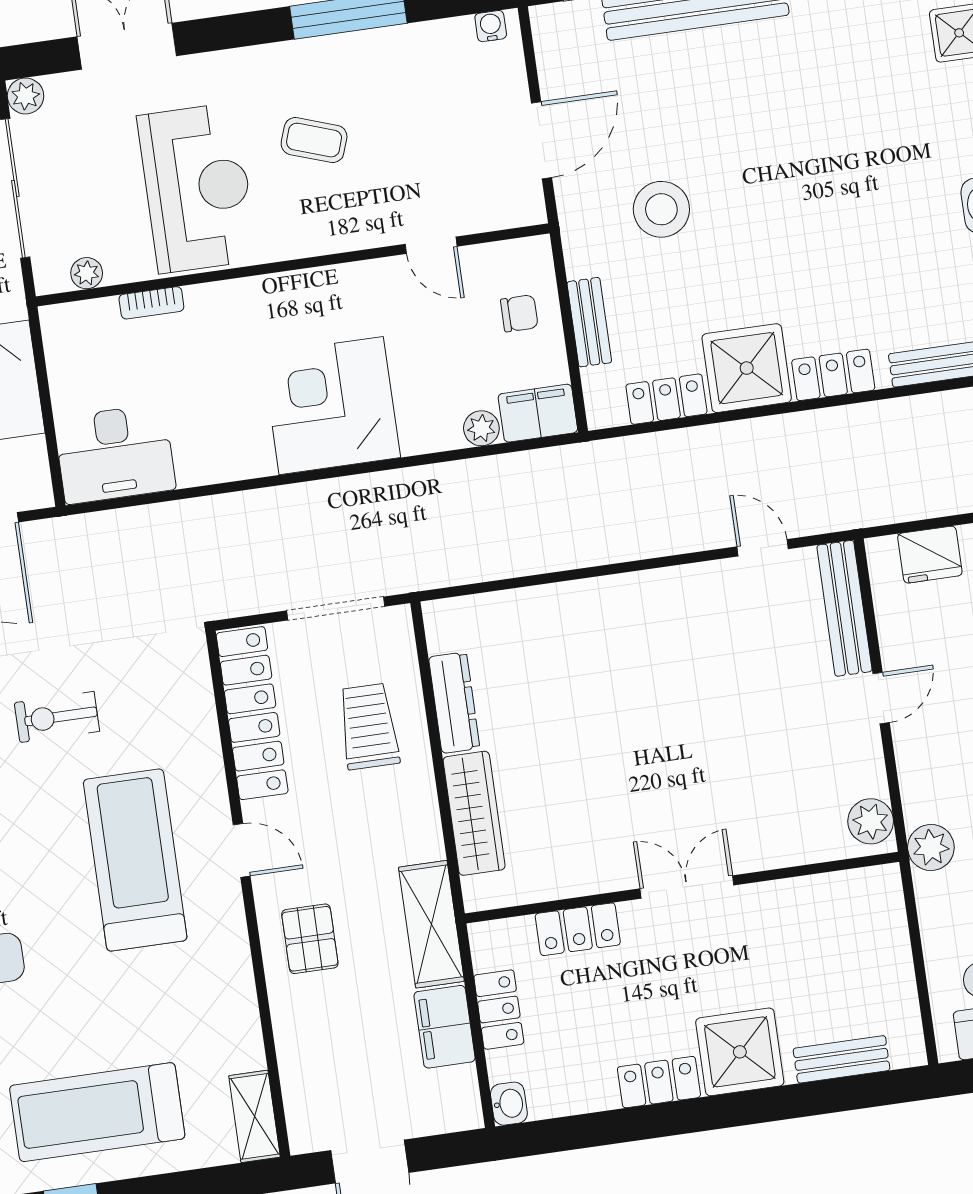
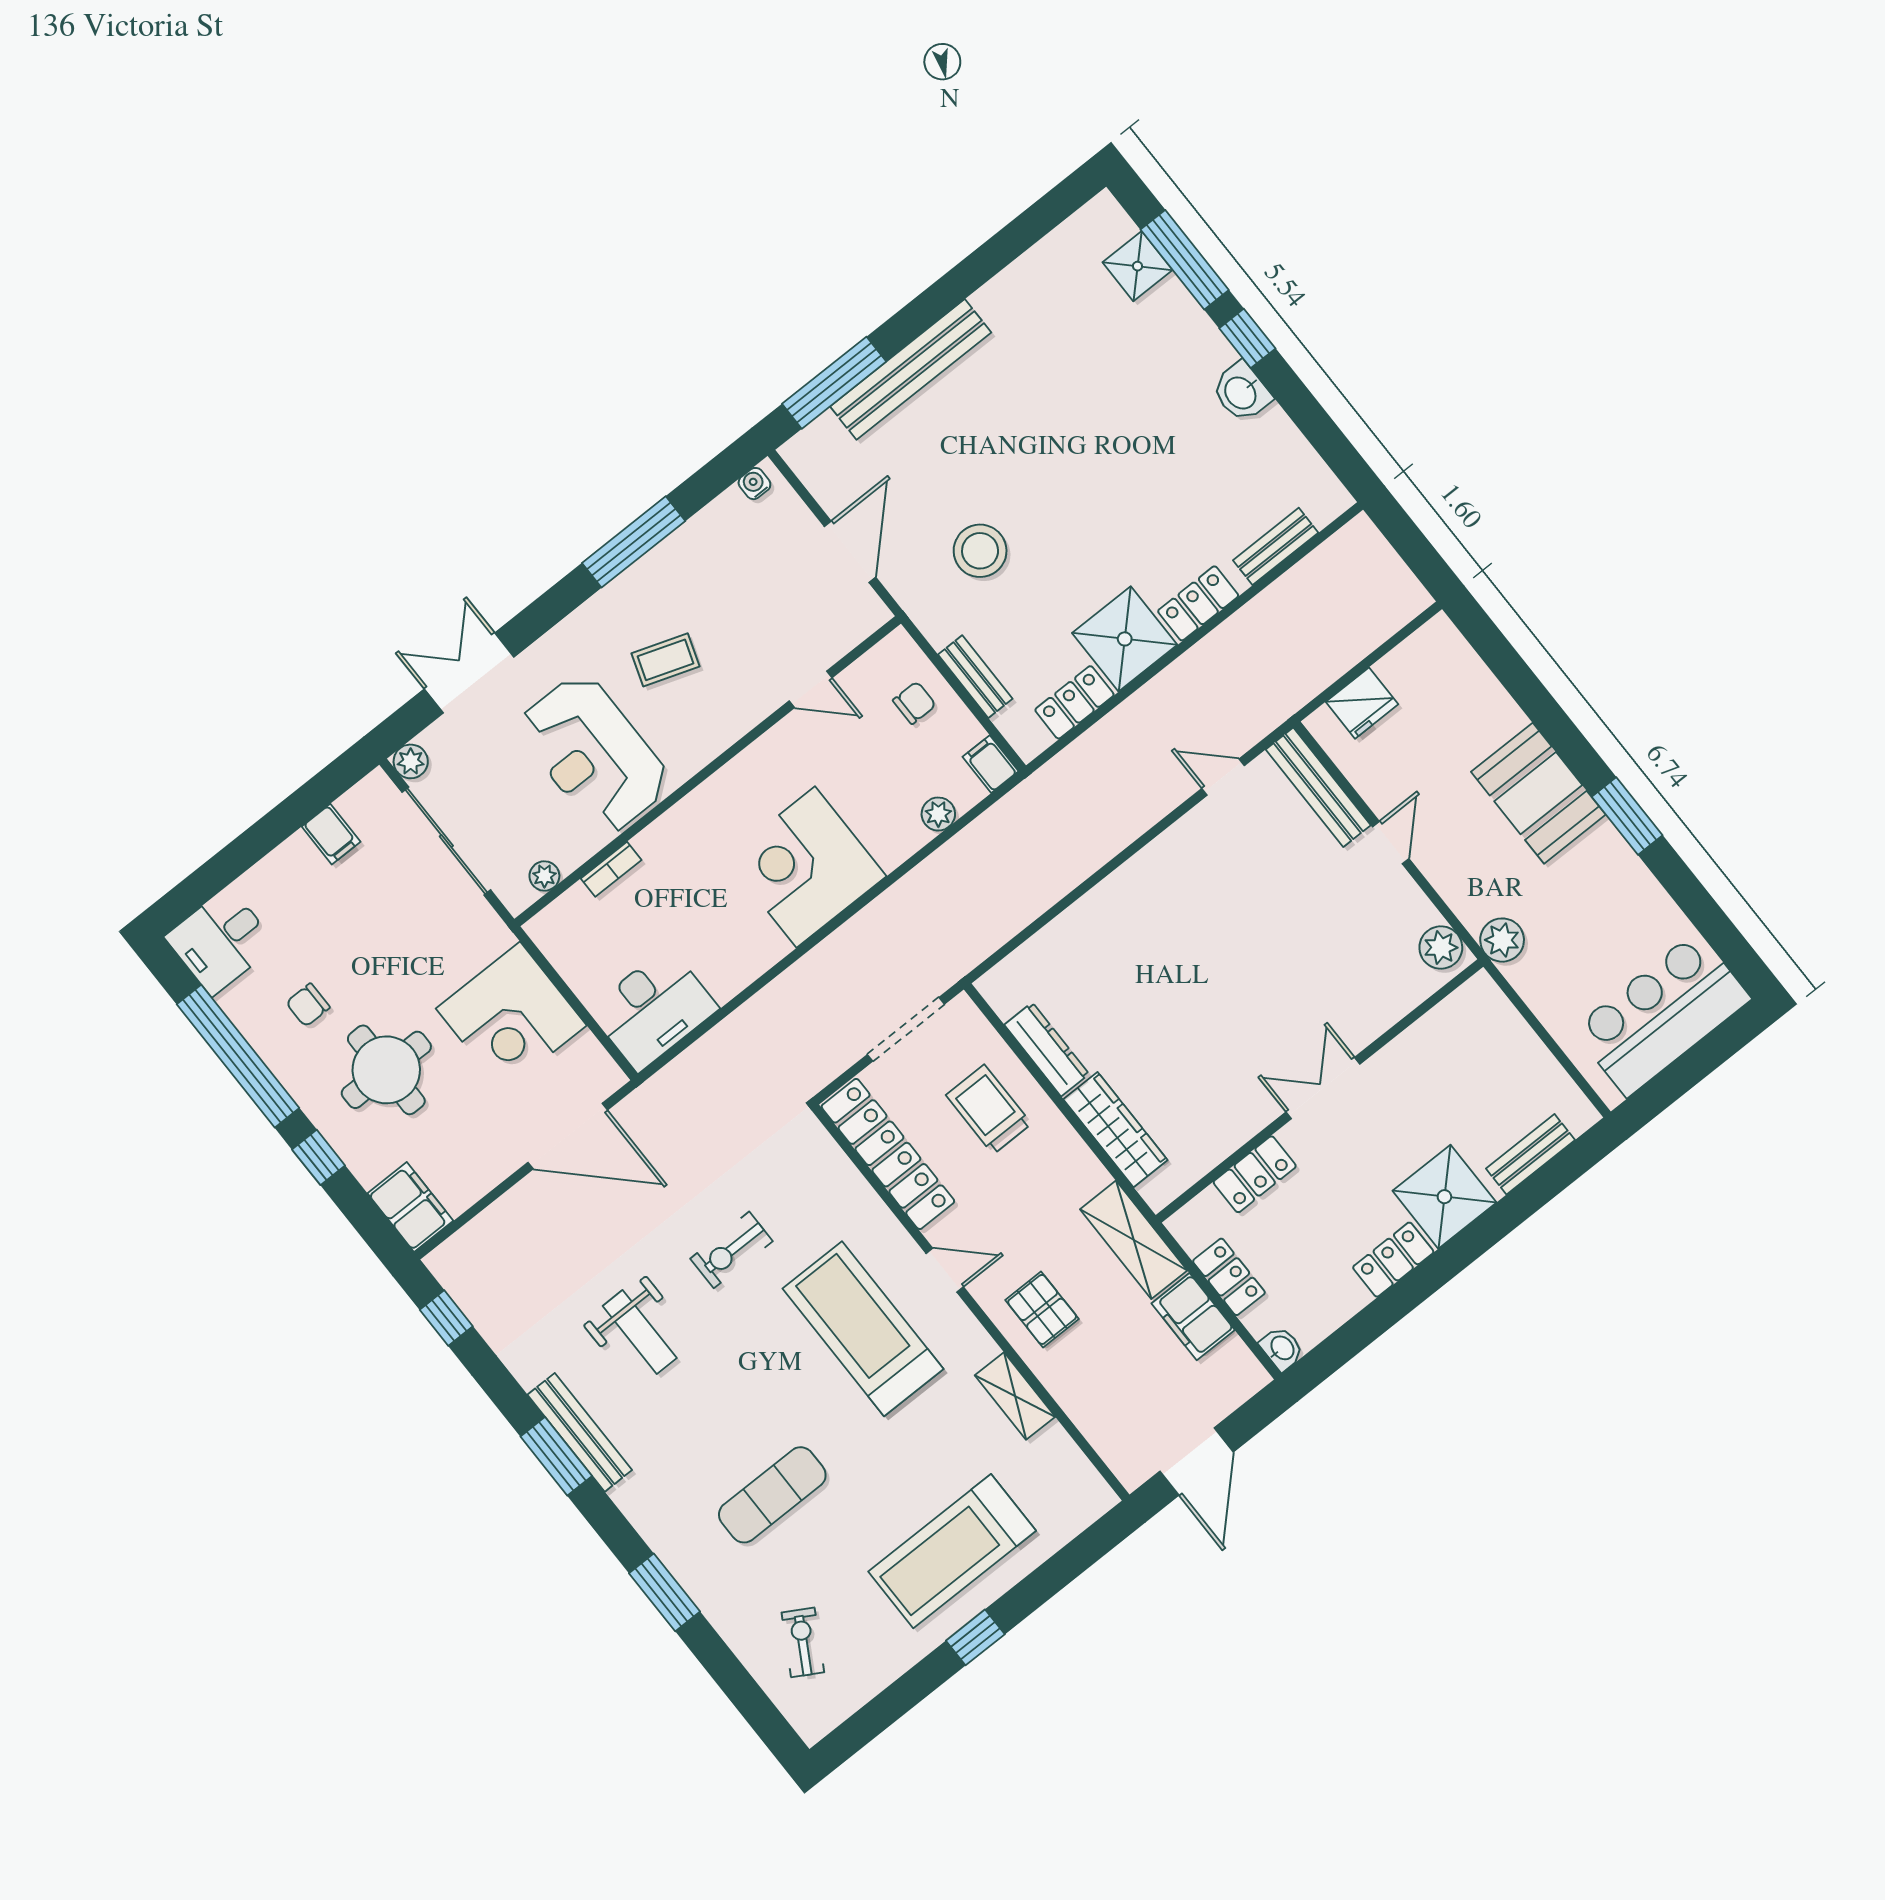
reception desk: (197, 188) -> (594, 754), turned 180
filing cabinet: (538, 413) -> (991, 764), width x0.50
shelving: (254, 1116) -> (1015, 1396), moved

